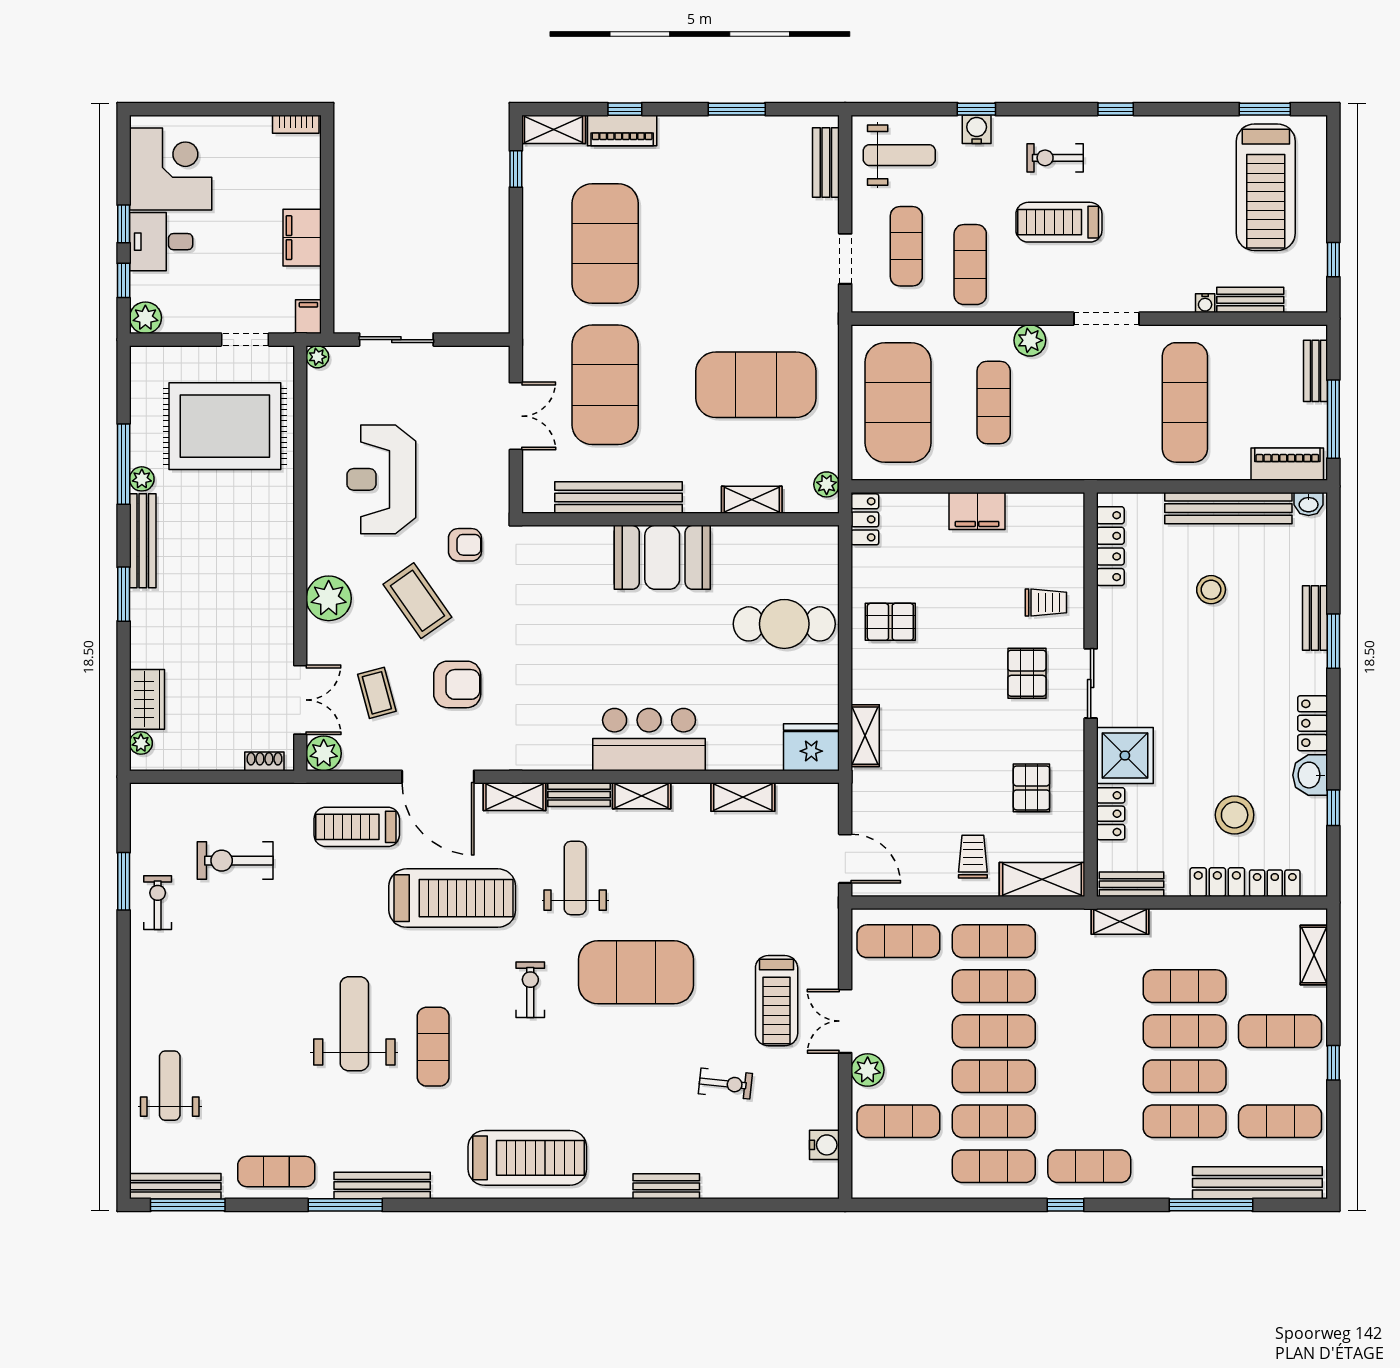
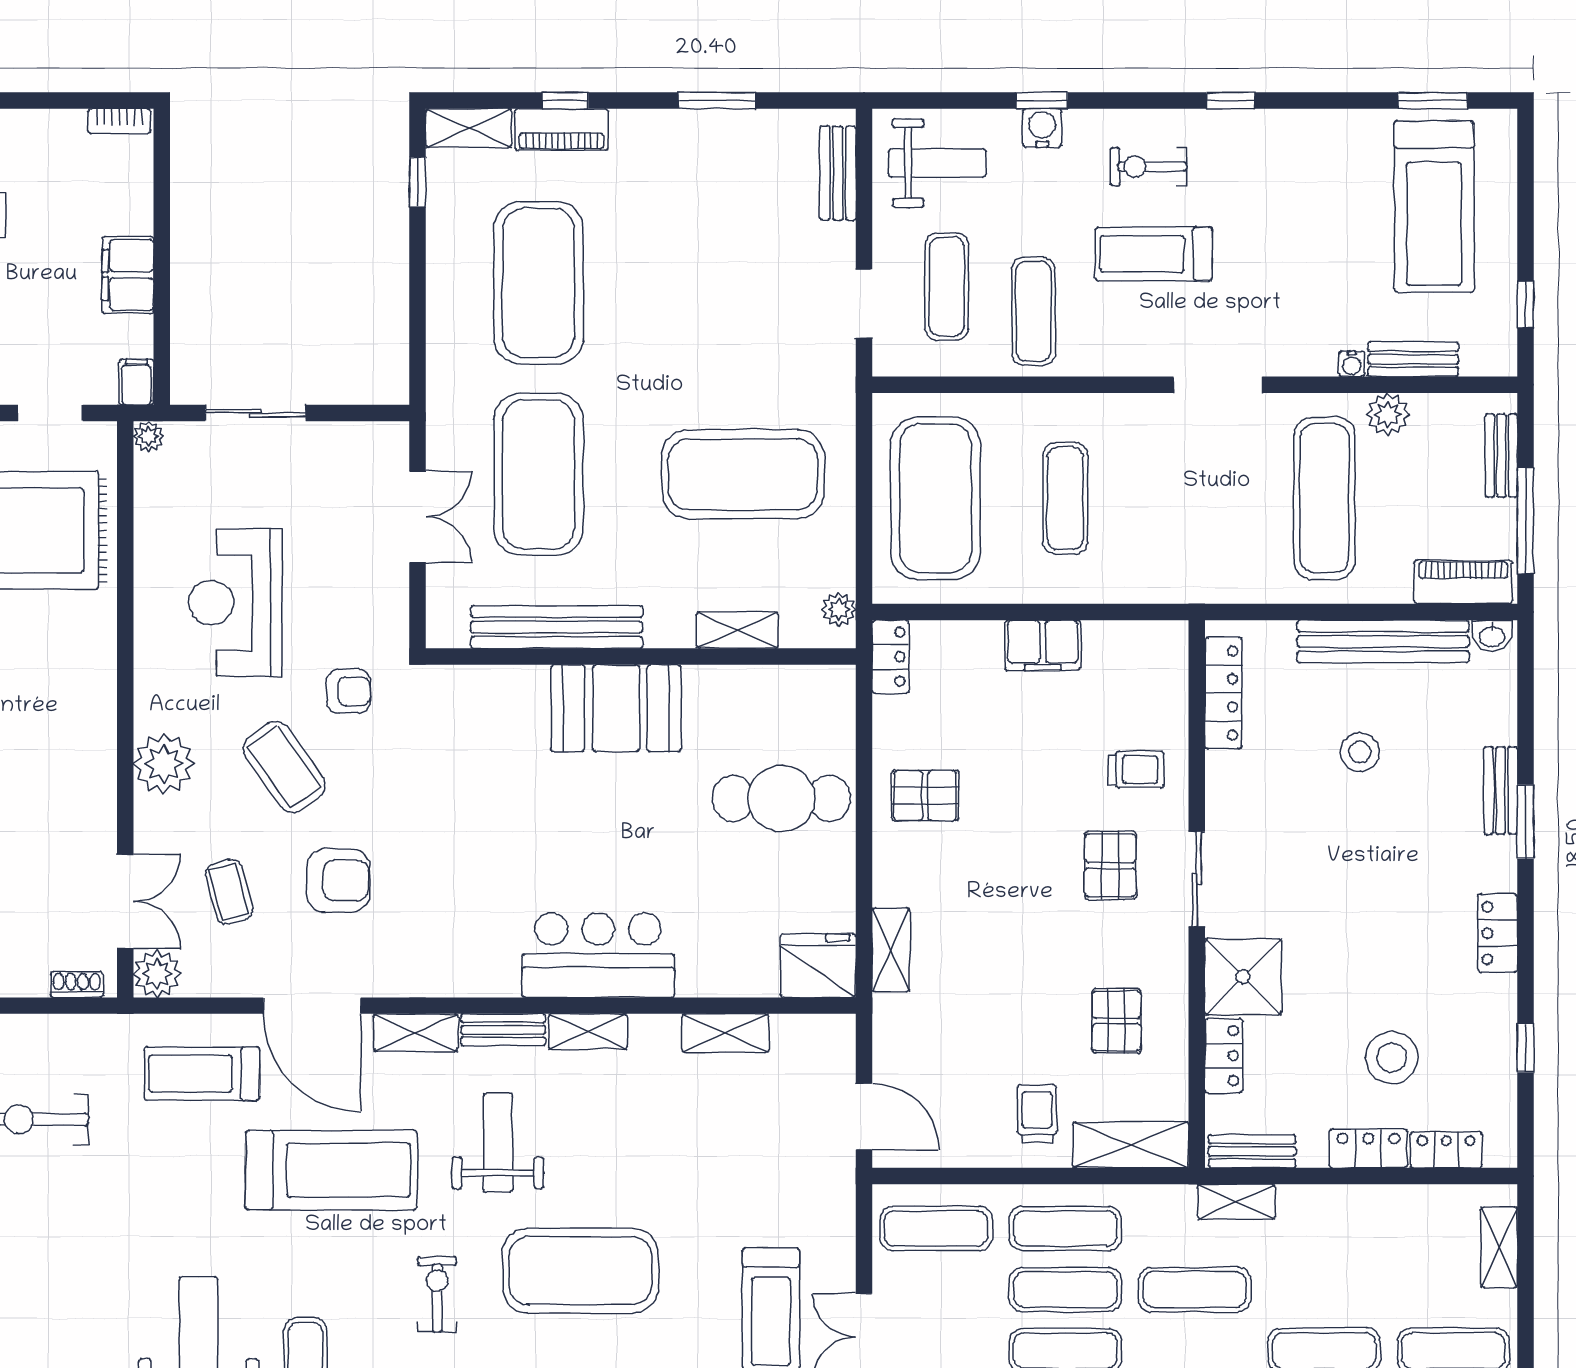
plant: (1030, 340) -> (1388, 414), moved
washbasin: (1310, 775) -> (1494, 1003), removed
exercise mat: (1185, 986) -> (1195, 1290), moved

